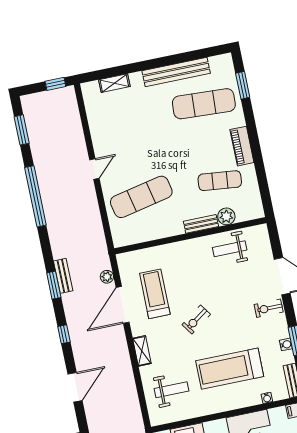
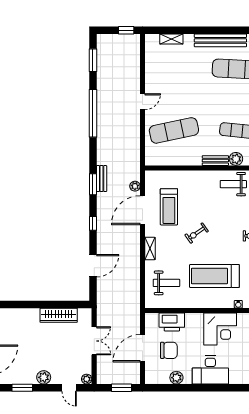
treadmill: (155, 294) -> (169, 207), turned 180

